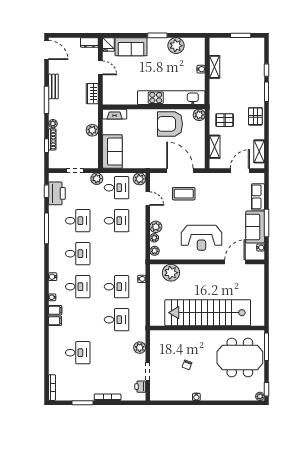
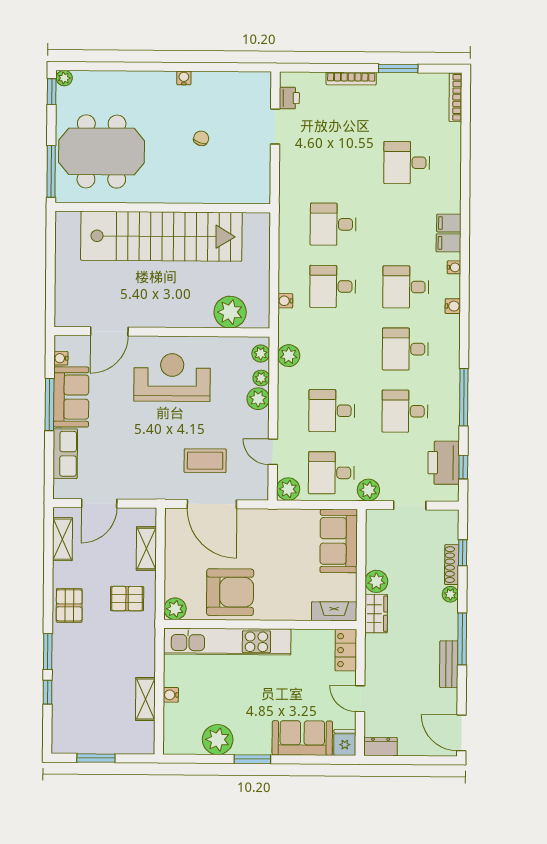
wardrobe: (92, 94) -> (376, 614), moved
locker: (108, 94) -> (346, 650), added
plant: (140, 348) -> (289, 356), moved

